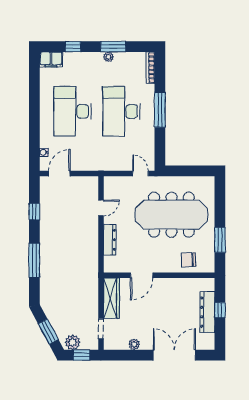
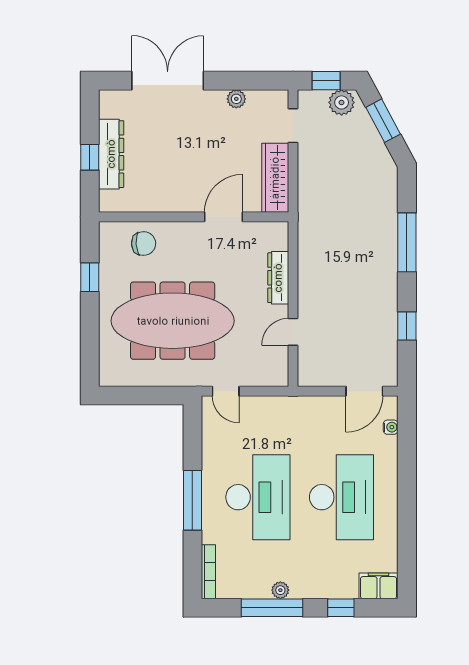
window: (113, 47) -> (272, 608), width x1.44
window: (220, 240) -> (90, 277), width x0.67
double door: (174, 355) -> (168, 81), swing flipped

